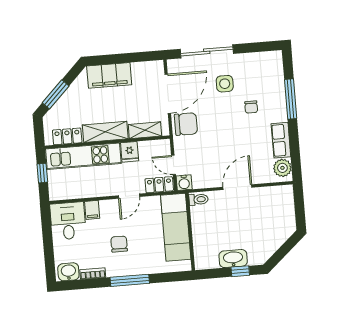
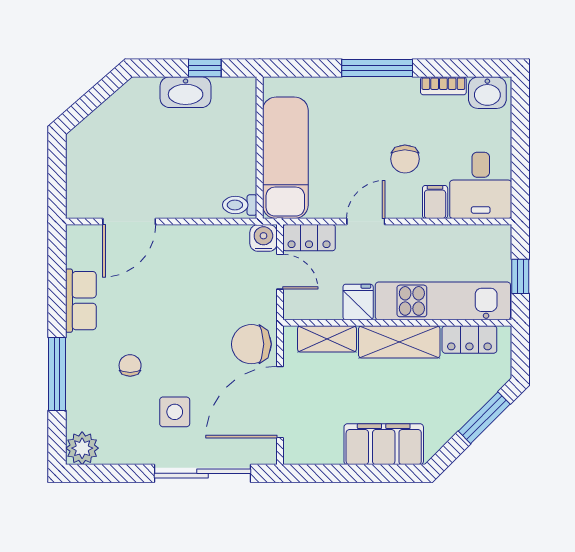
plant: (282, 168) -> (82, 448), moved
door: (237, 187) -> (129, 222), moved
chair: (119, 244) -> (405, 159), moved
window: (240, 271) -> (205, 68), moved

